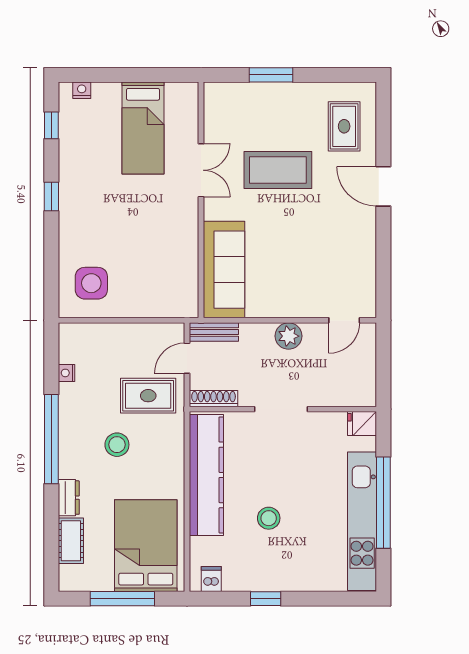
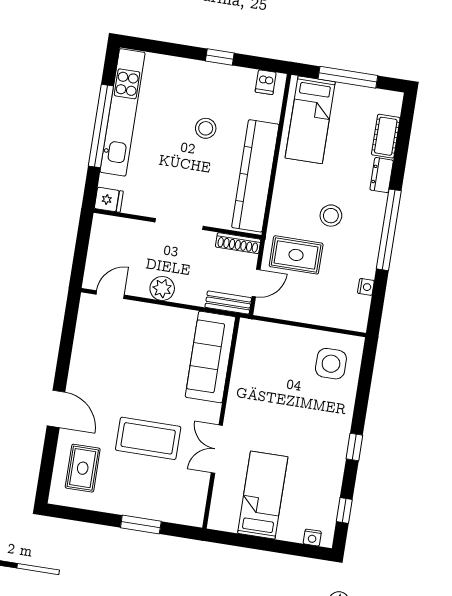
bed: (146, 546) -> (310, 120), width x0.67

